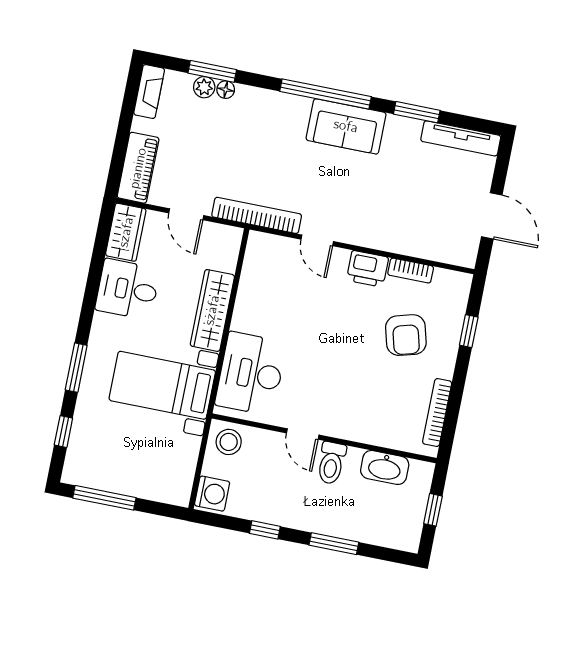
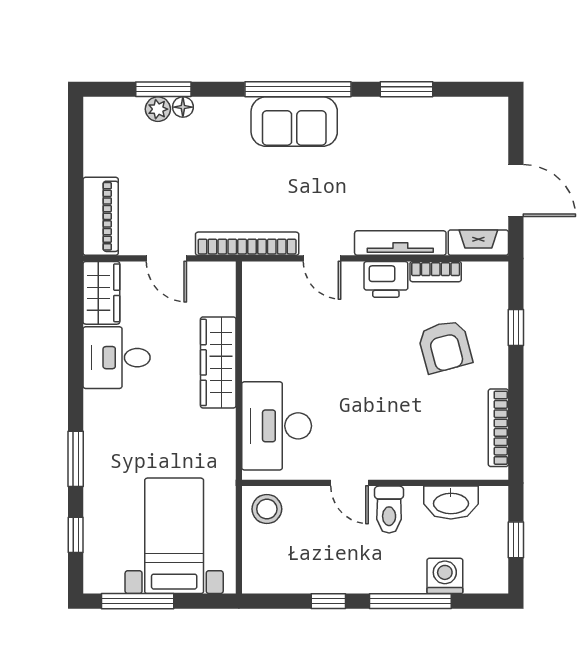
fireplace: (149, 92) -> (478, 243), moved, turned -90
sofa: (346, 126) -> (294, 122), moved
tv unit: (461, 138) -> (400, 243), moved, turned 180
bed with nightstands: (162, 385) -> (174, 536), moved, turned 90
washing machine: (212, 494) -> (445, 576), moved, turned -90
window: (334, 544) -> (410, 601), width x1.44

